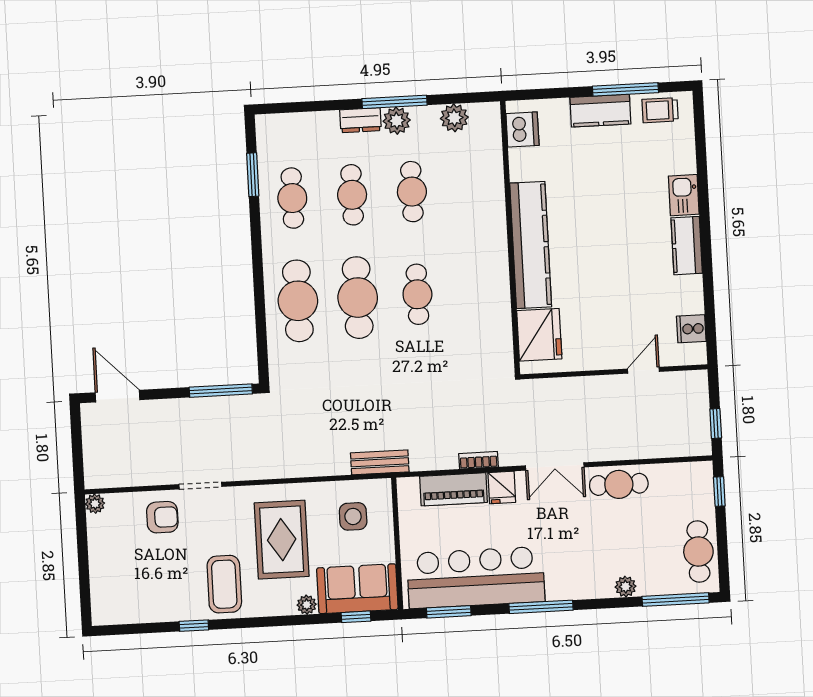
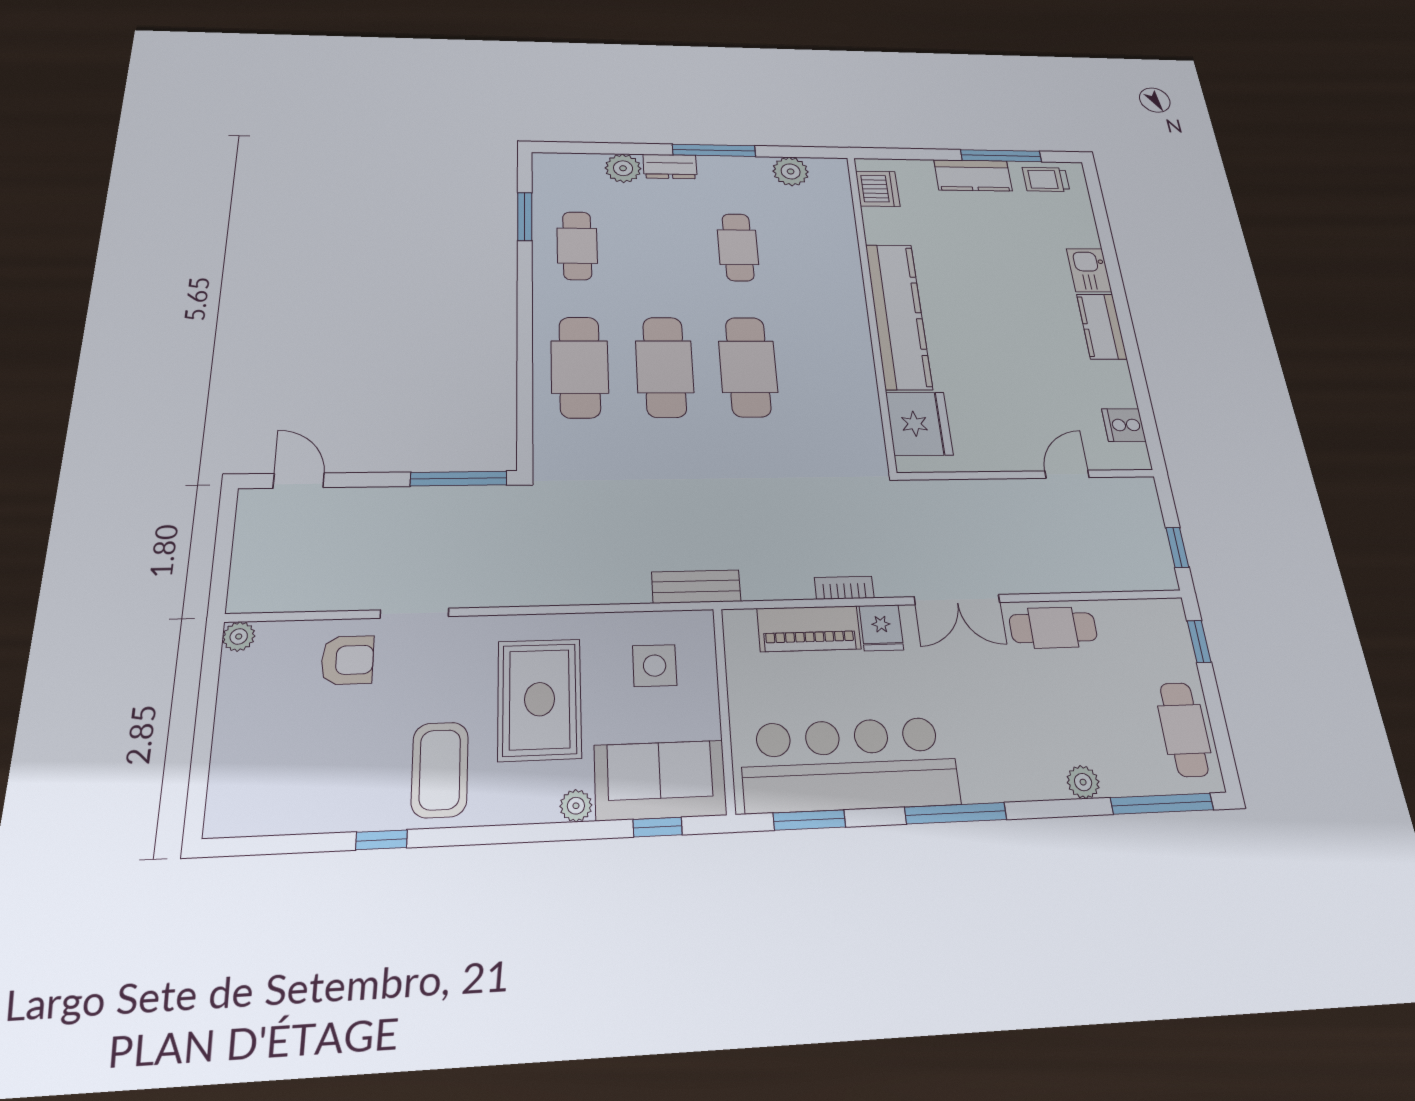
plant: (397, 121) -> (623, 168), moved
cafe table: (352, 195) -> (658, 246), removed
cafe table: (417, 294) -> (748, 367), width x1.37, depth x1.35
door: (118, 396) -> (299, 481), width x0.73

